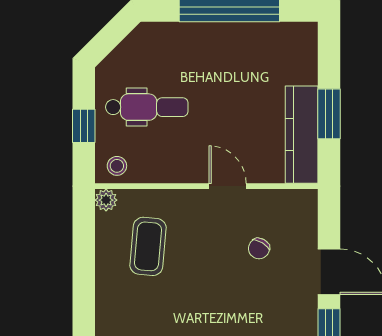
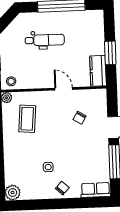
dental chair: (147, 107) -> (45, 40), moved
kitchen counter: (302, 135) -> (98, 71), width x0.67

